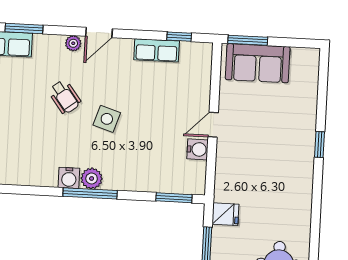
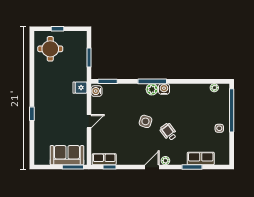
row of seats: (157, 50) -> (104, 159), moved
water cooler: (197, 149) -> (97, 91), moved
fridge: (225, 214) -> (80, 88), moved

